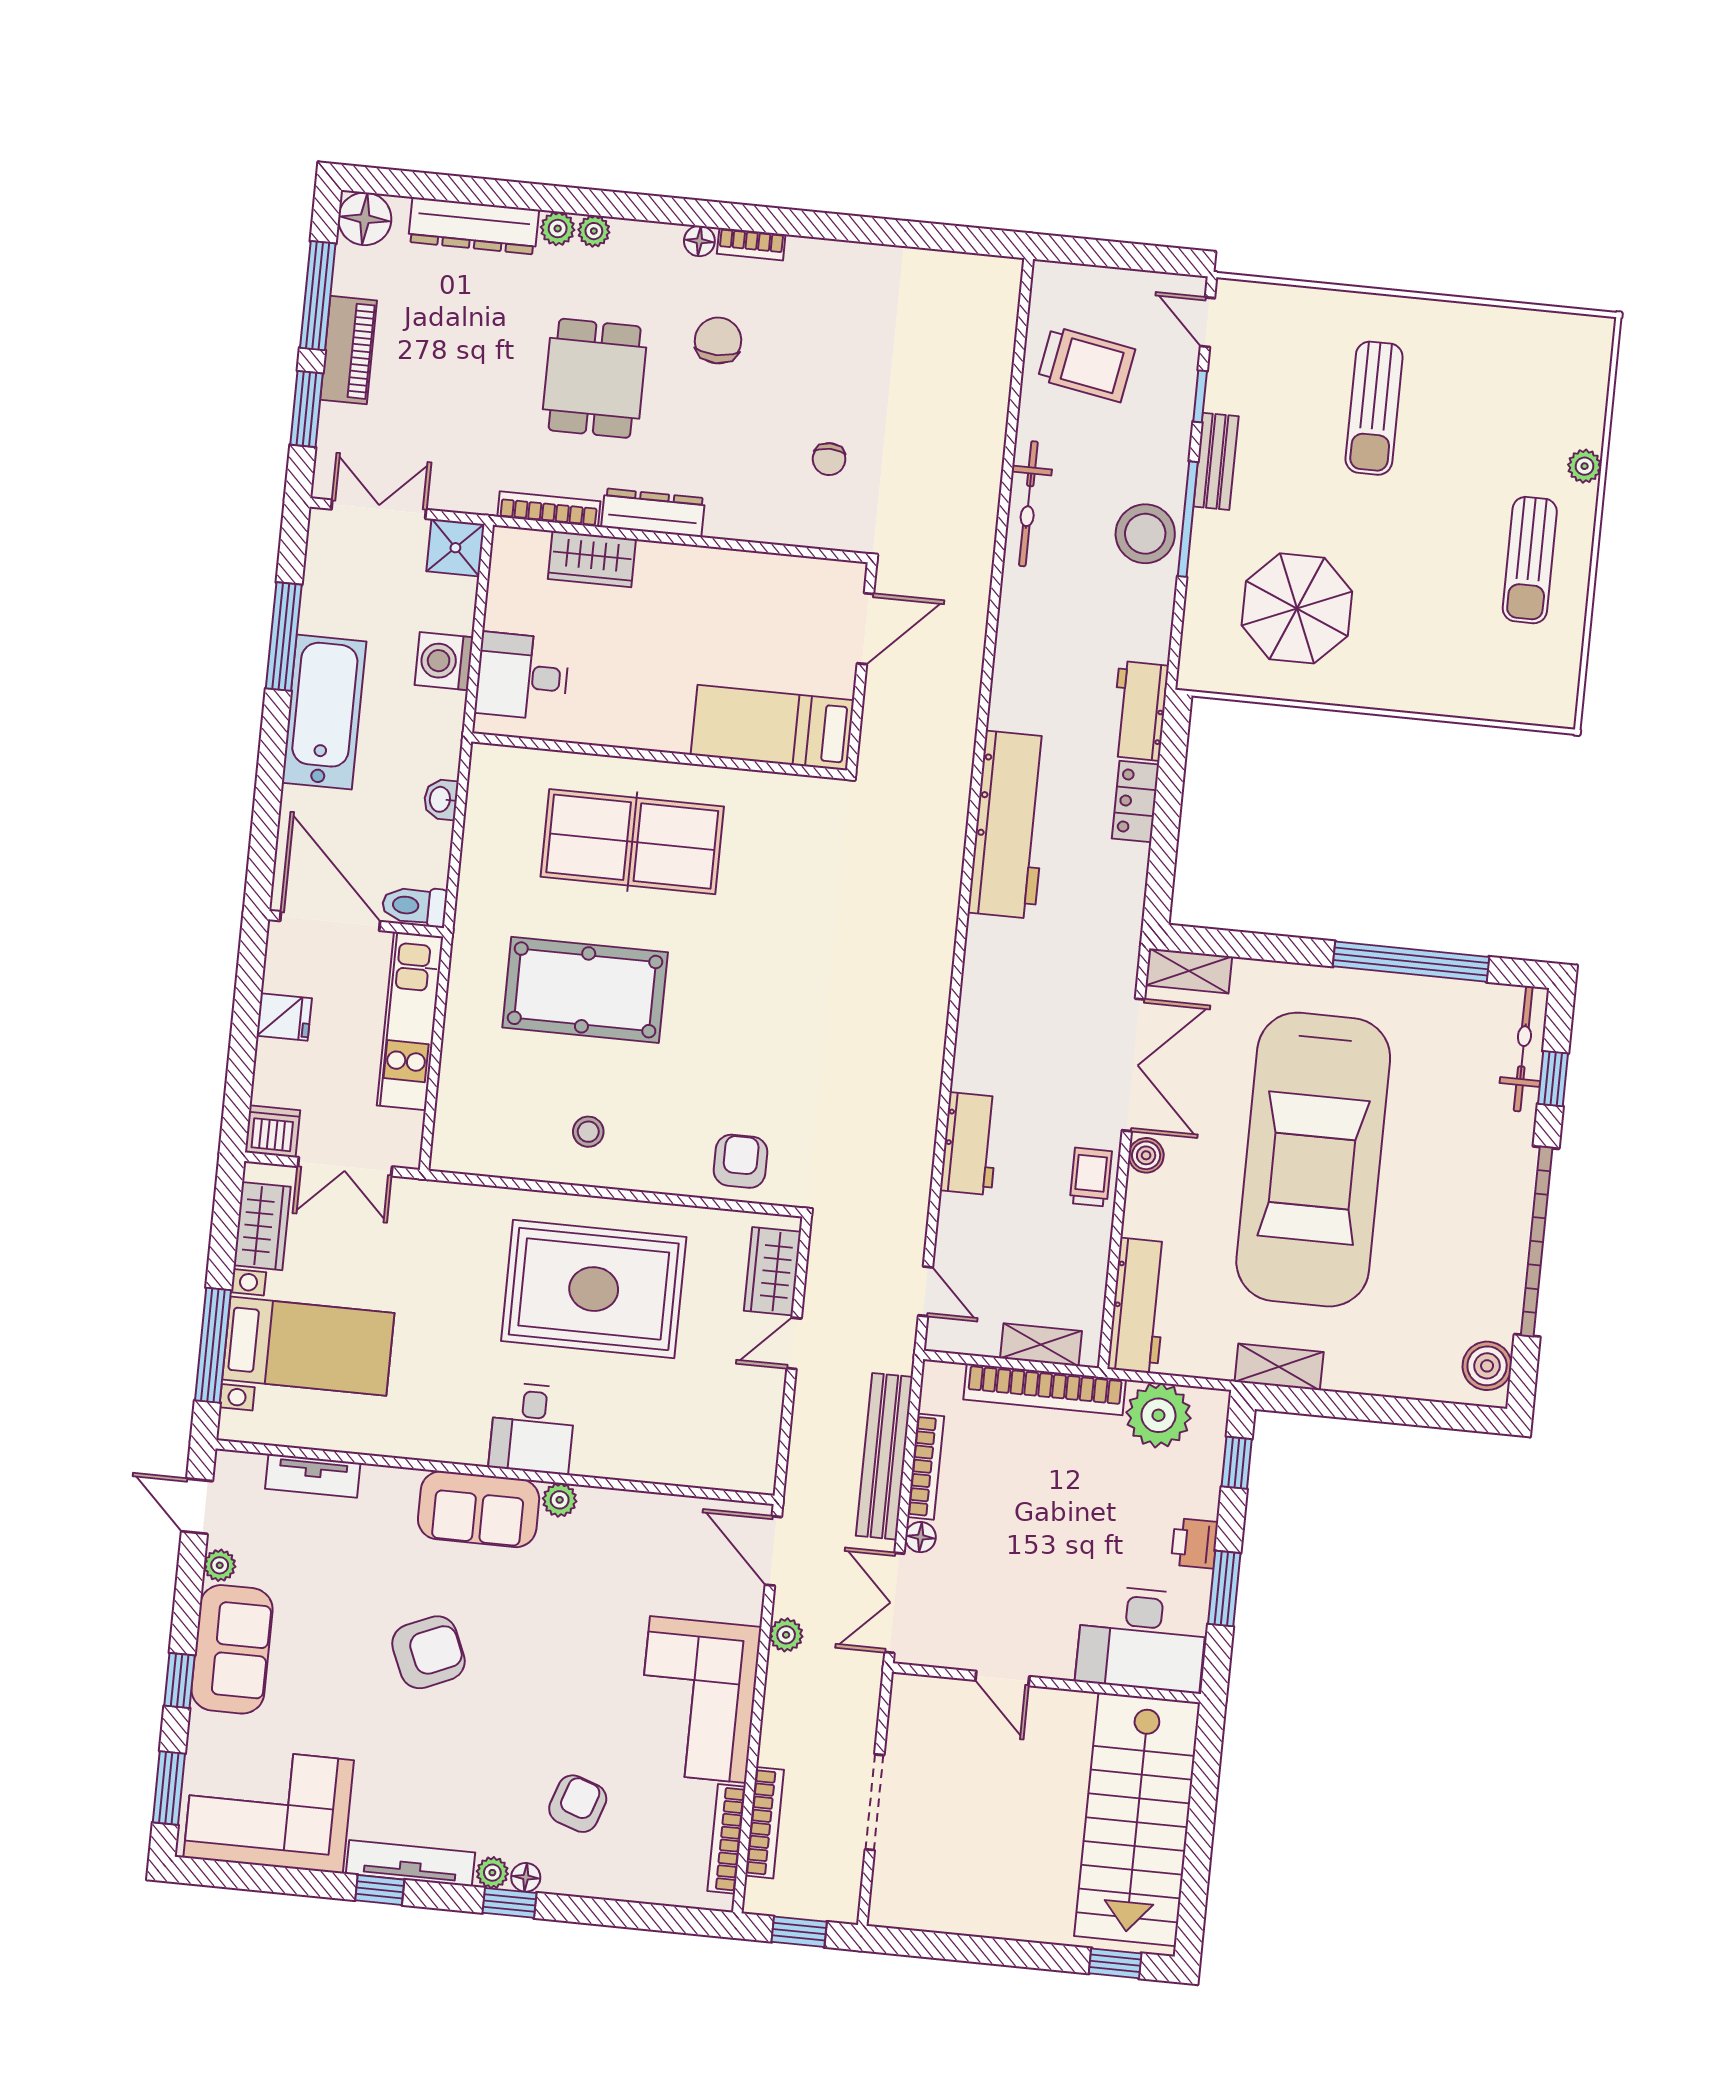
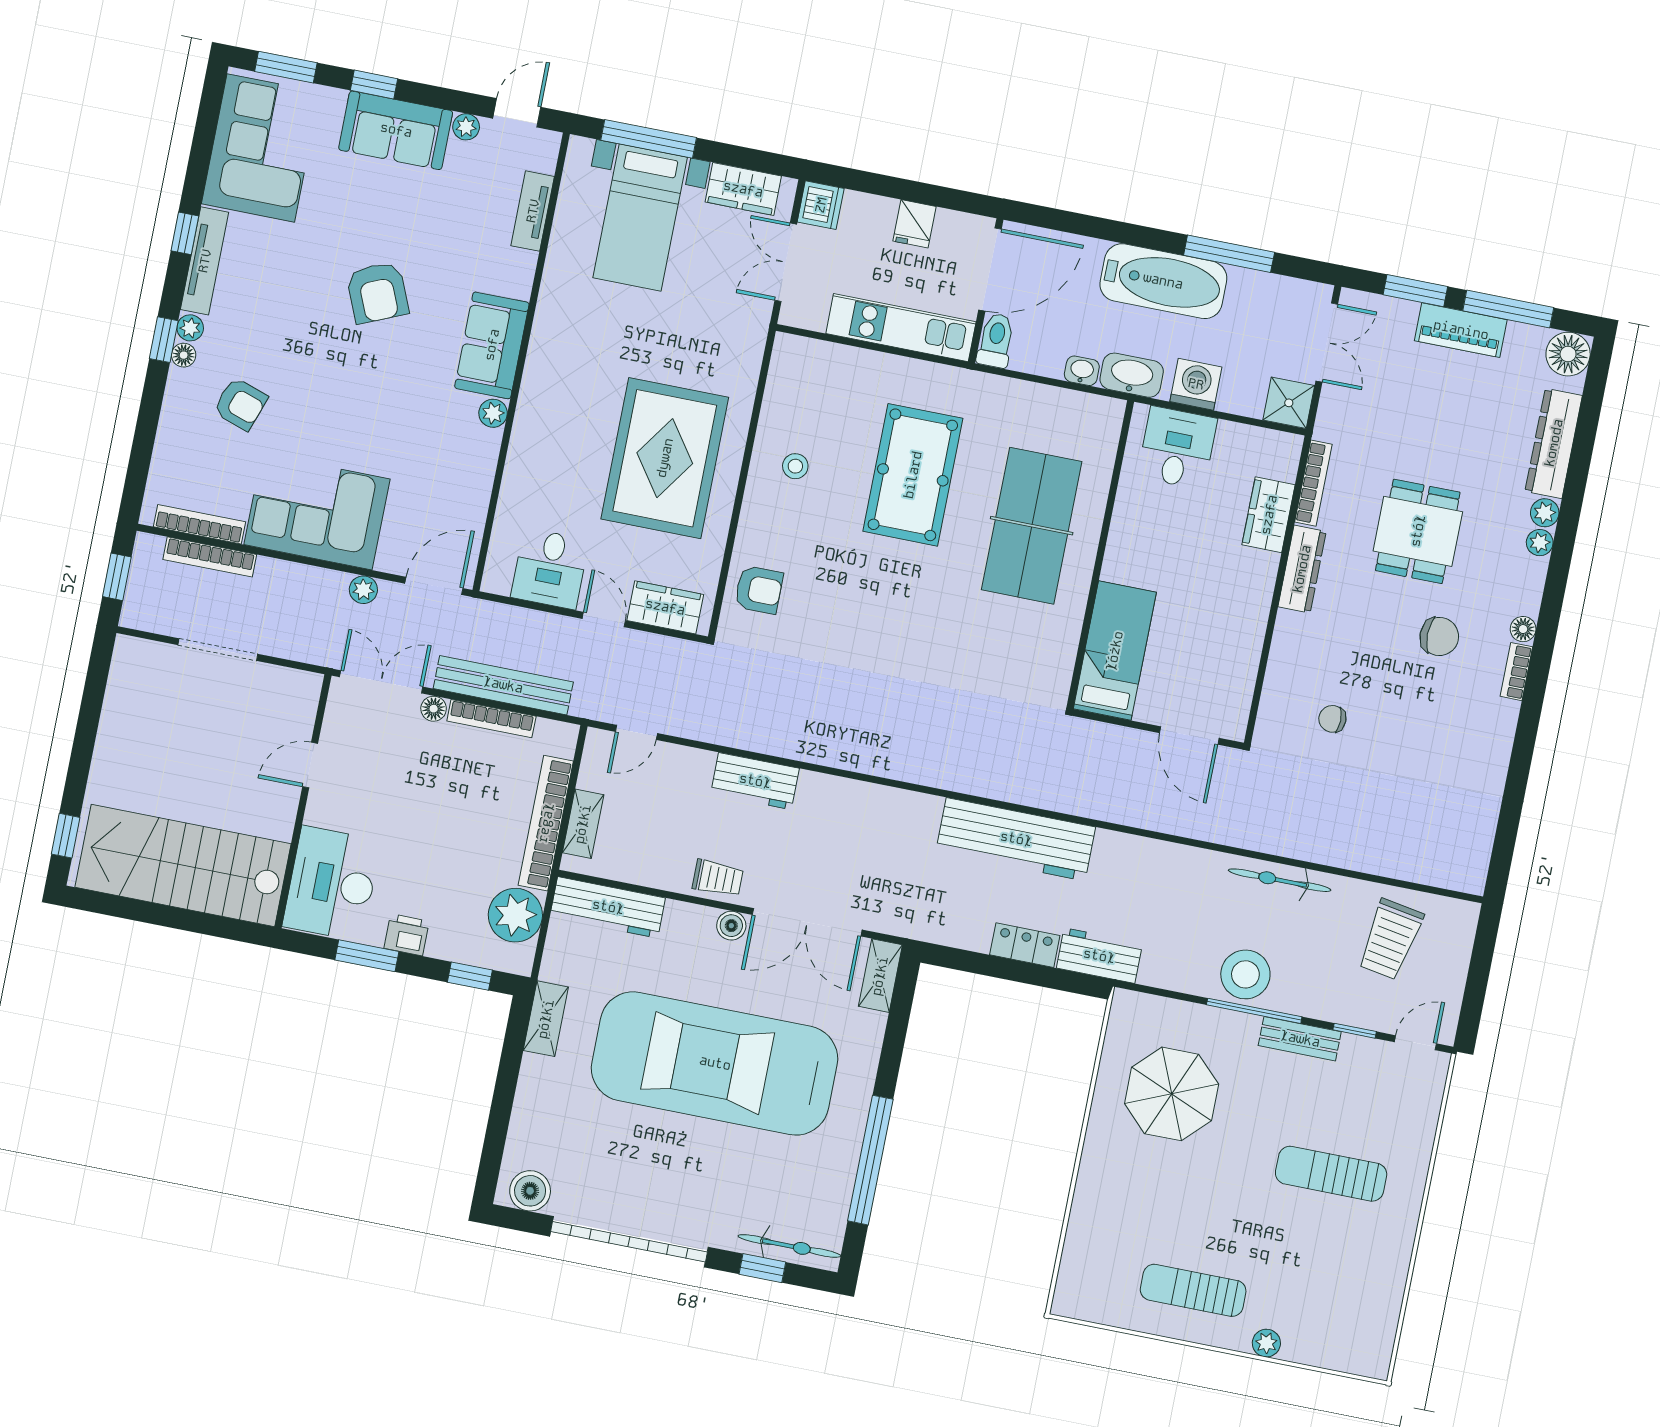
dining table: (595, 378) -> (1418, 531), turned 90
washbasin: (440, 739) -> (1132, 375), added
desk: (532, 1428) -> (550, 569), moved, turned -90

